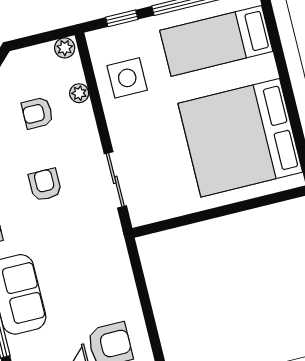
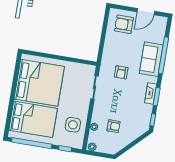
bed: (216, 41) -> (33, 119), width x1.50
armchair: (45, 185) -> (121, 72), moved

